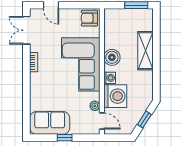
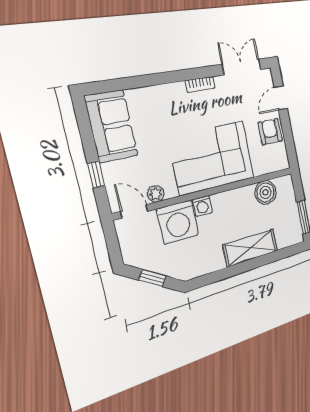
armchair: (89, 18) -> (270, 132), moved
boiler: (112, 57) -> (265, 192), moved
door: (102, 121) -> (134, 211), swing flipped
window: (65, 138) -> (96, 175), moved

